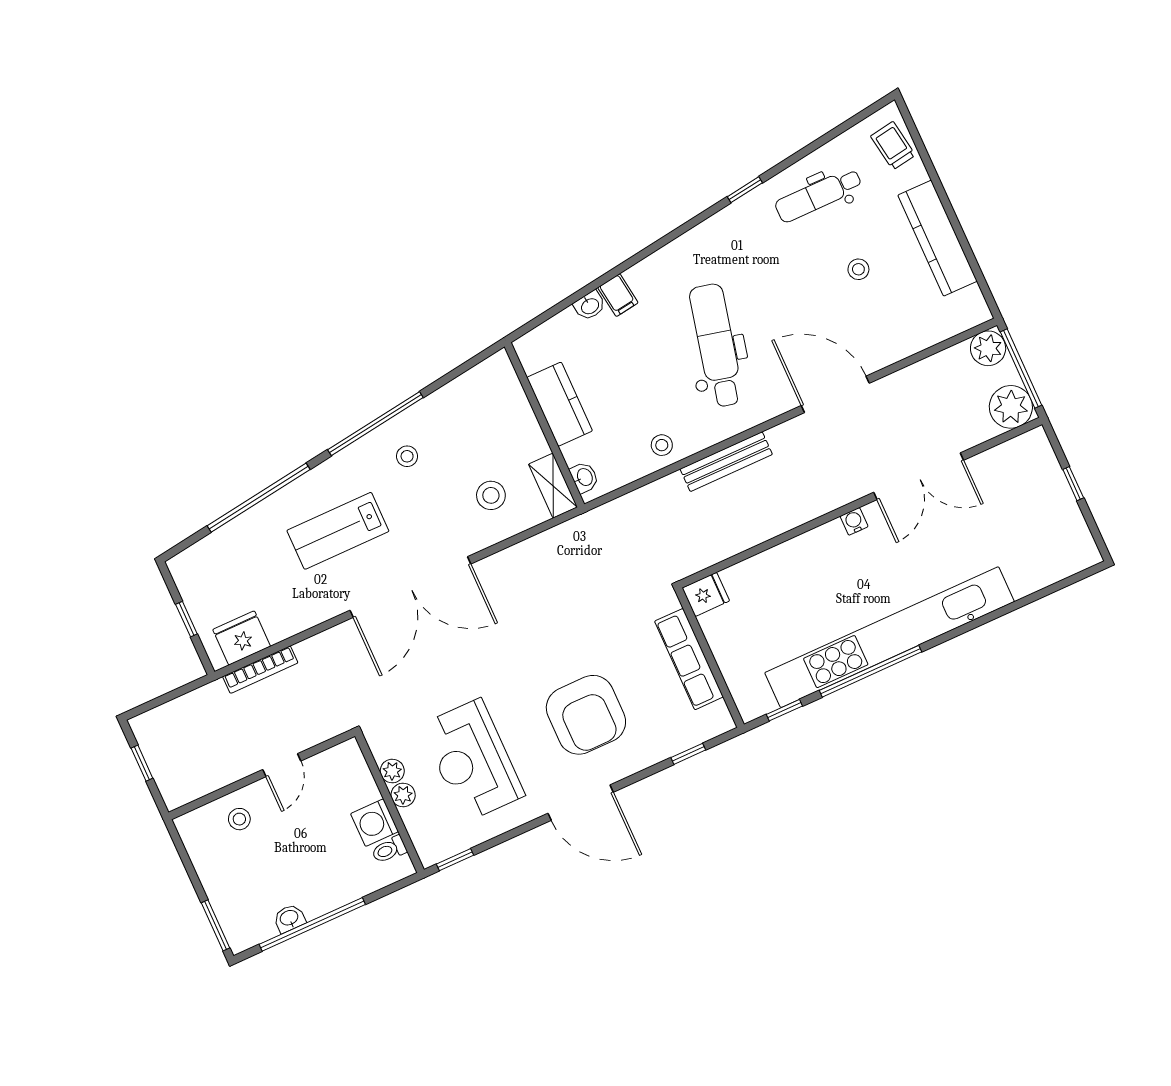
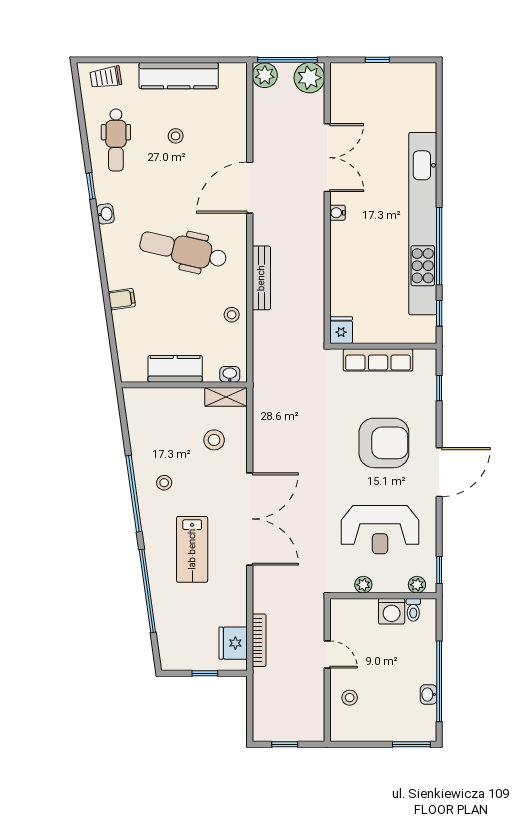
washbasin: (590, 306) -> (105, 214), moved
plant: (403, 795) -> (417, 585), moved

